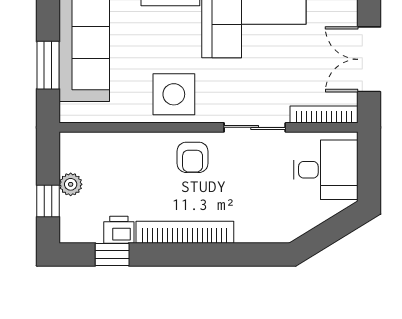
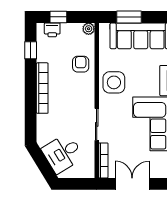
armchair: (193, 157) -> (81, 64), moved, turned 90
desk: (326, 170) -> (63, 153), moved, turned 59
plant: (71, 184) -> (89, 29), moved
printer: (119, 230) -> (52, 30), moved, turned 90

